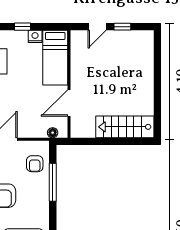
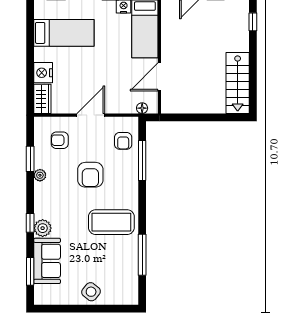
window: (157, 51) -> (253, 22), added
stairs: (125, 127) -> (238, 83), moved, turned -90

